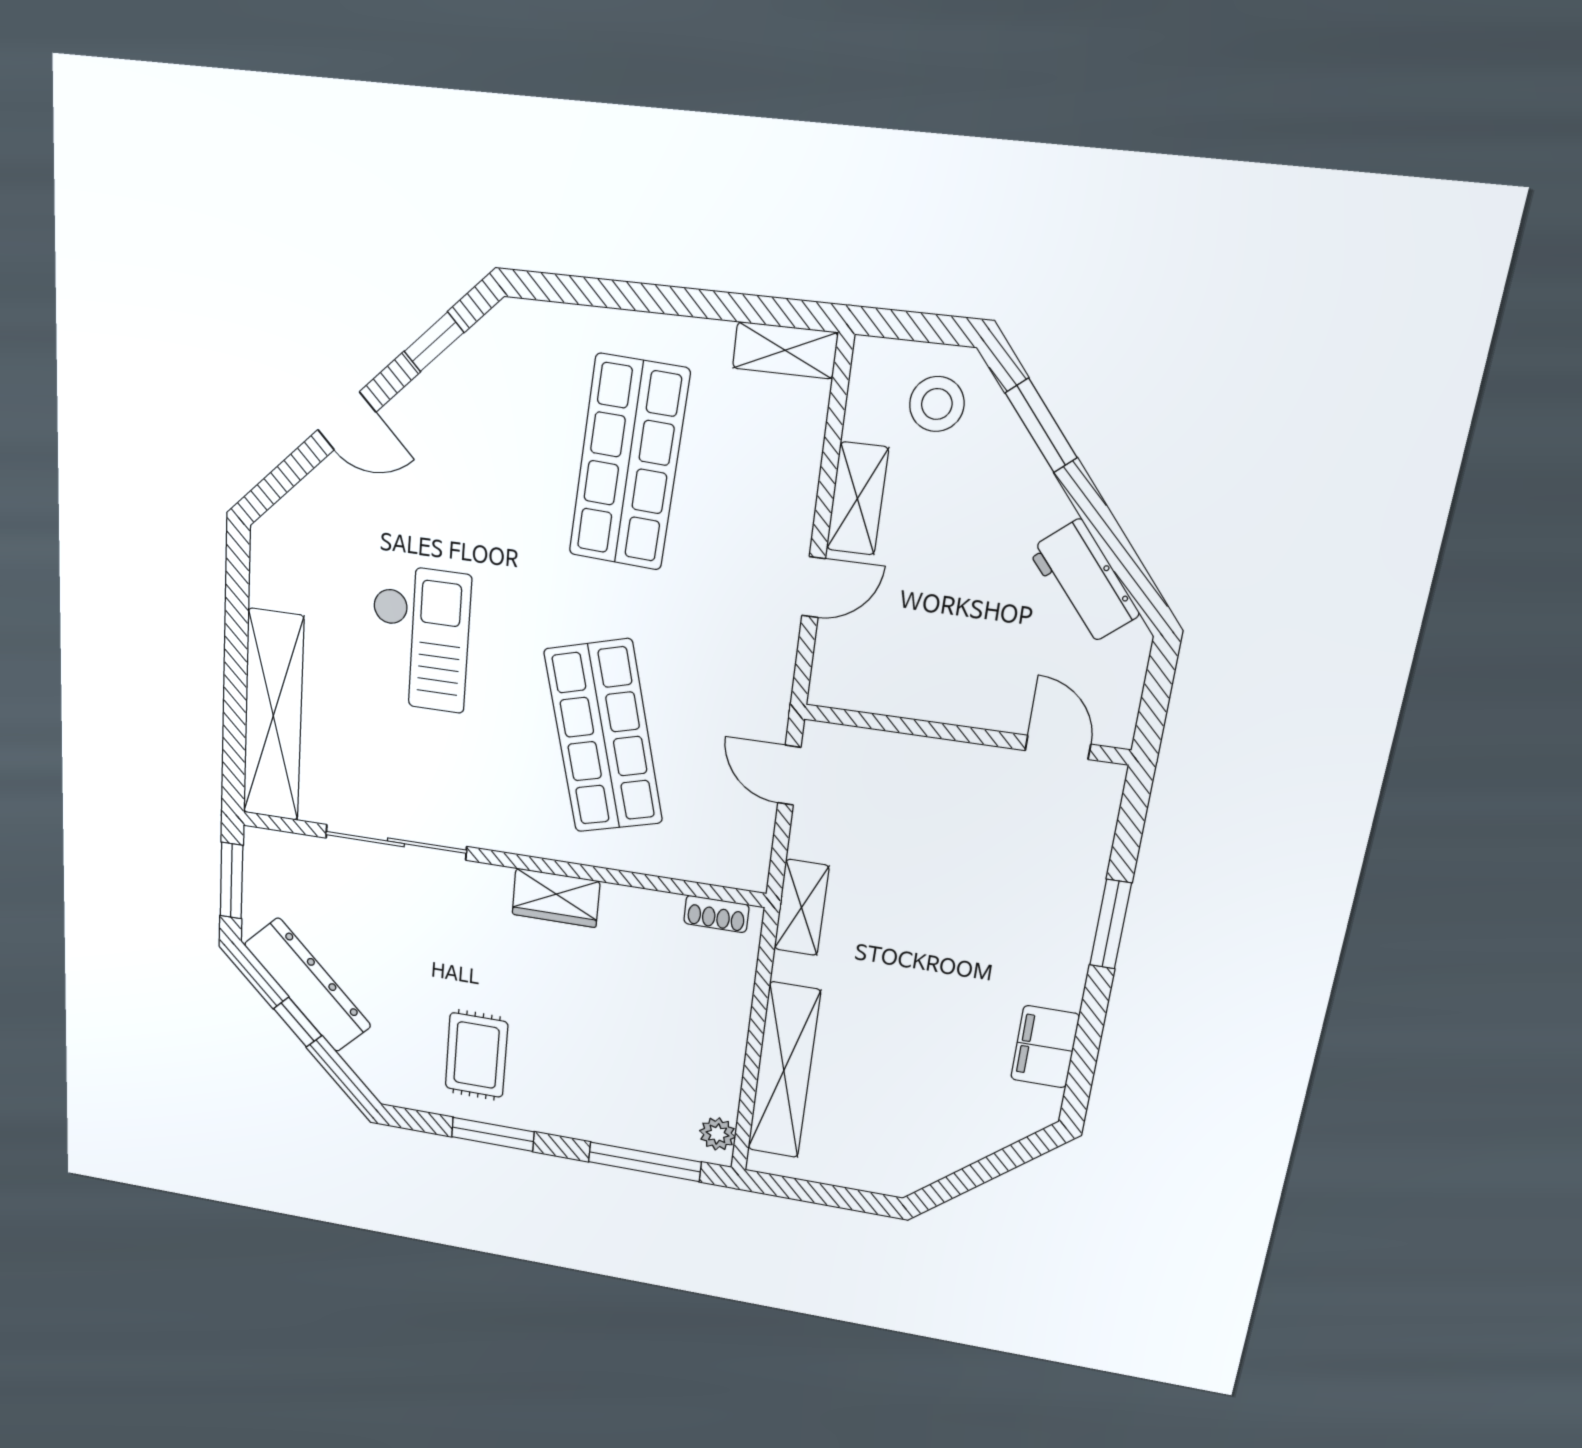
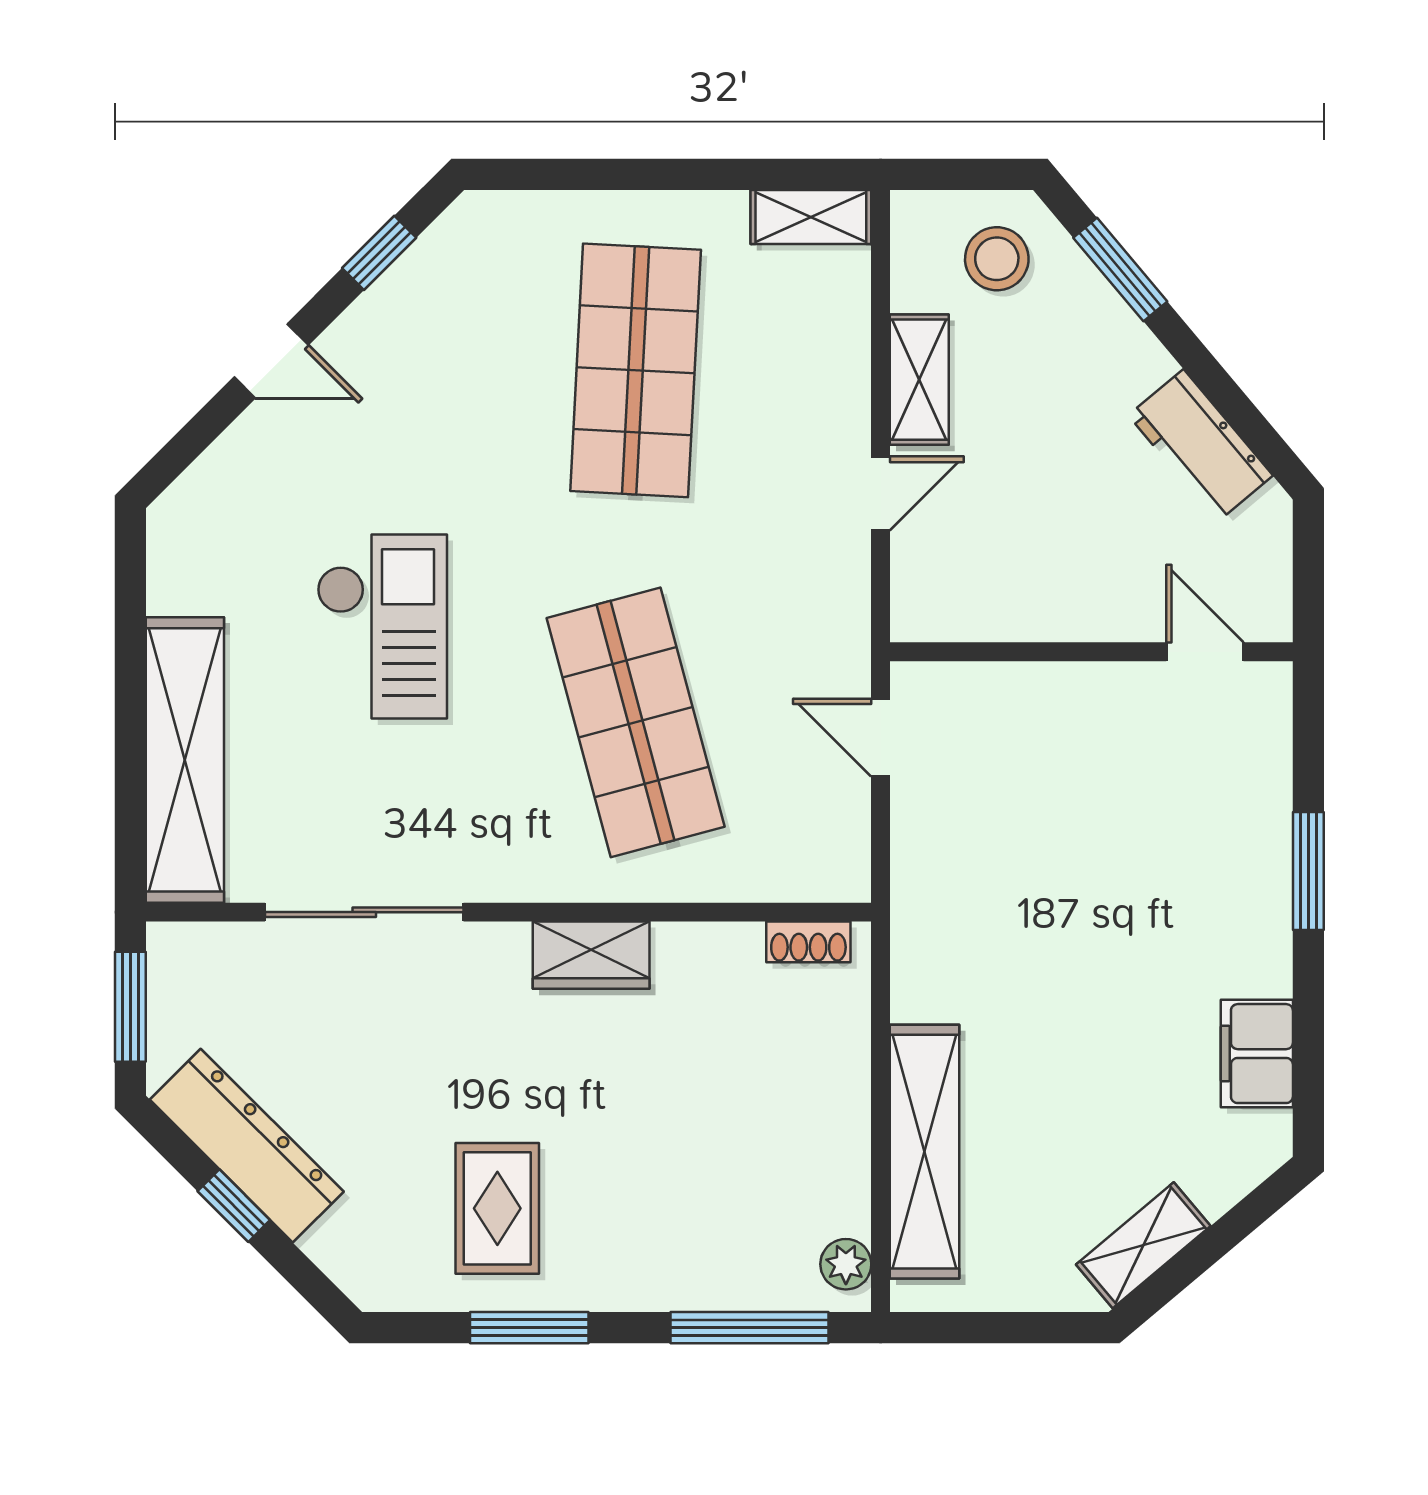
shelving: (801, 908) -> (1143, 1245), moved, turned 50

